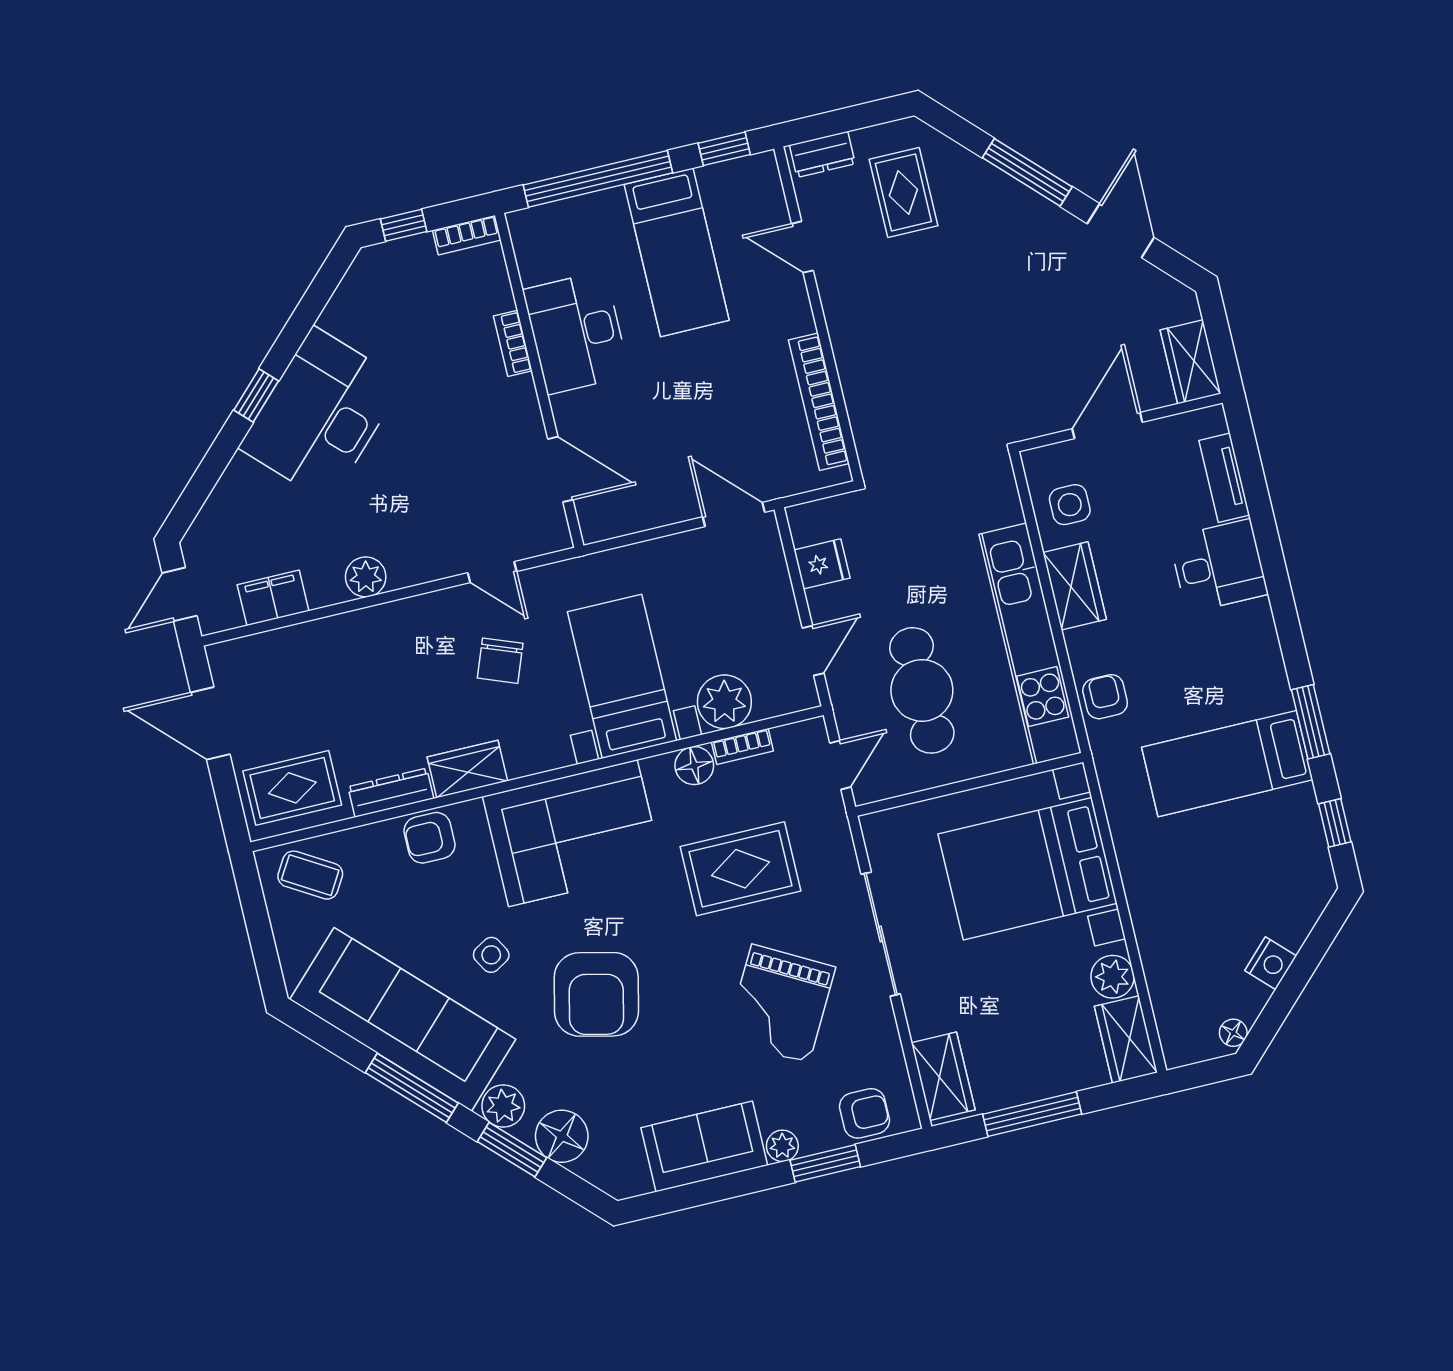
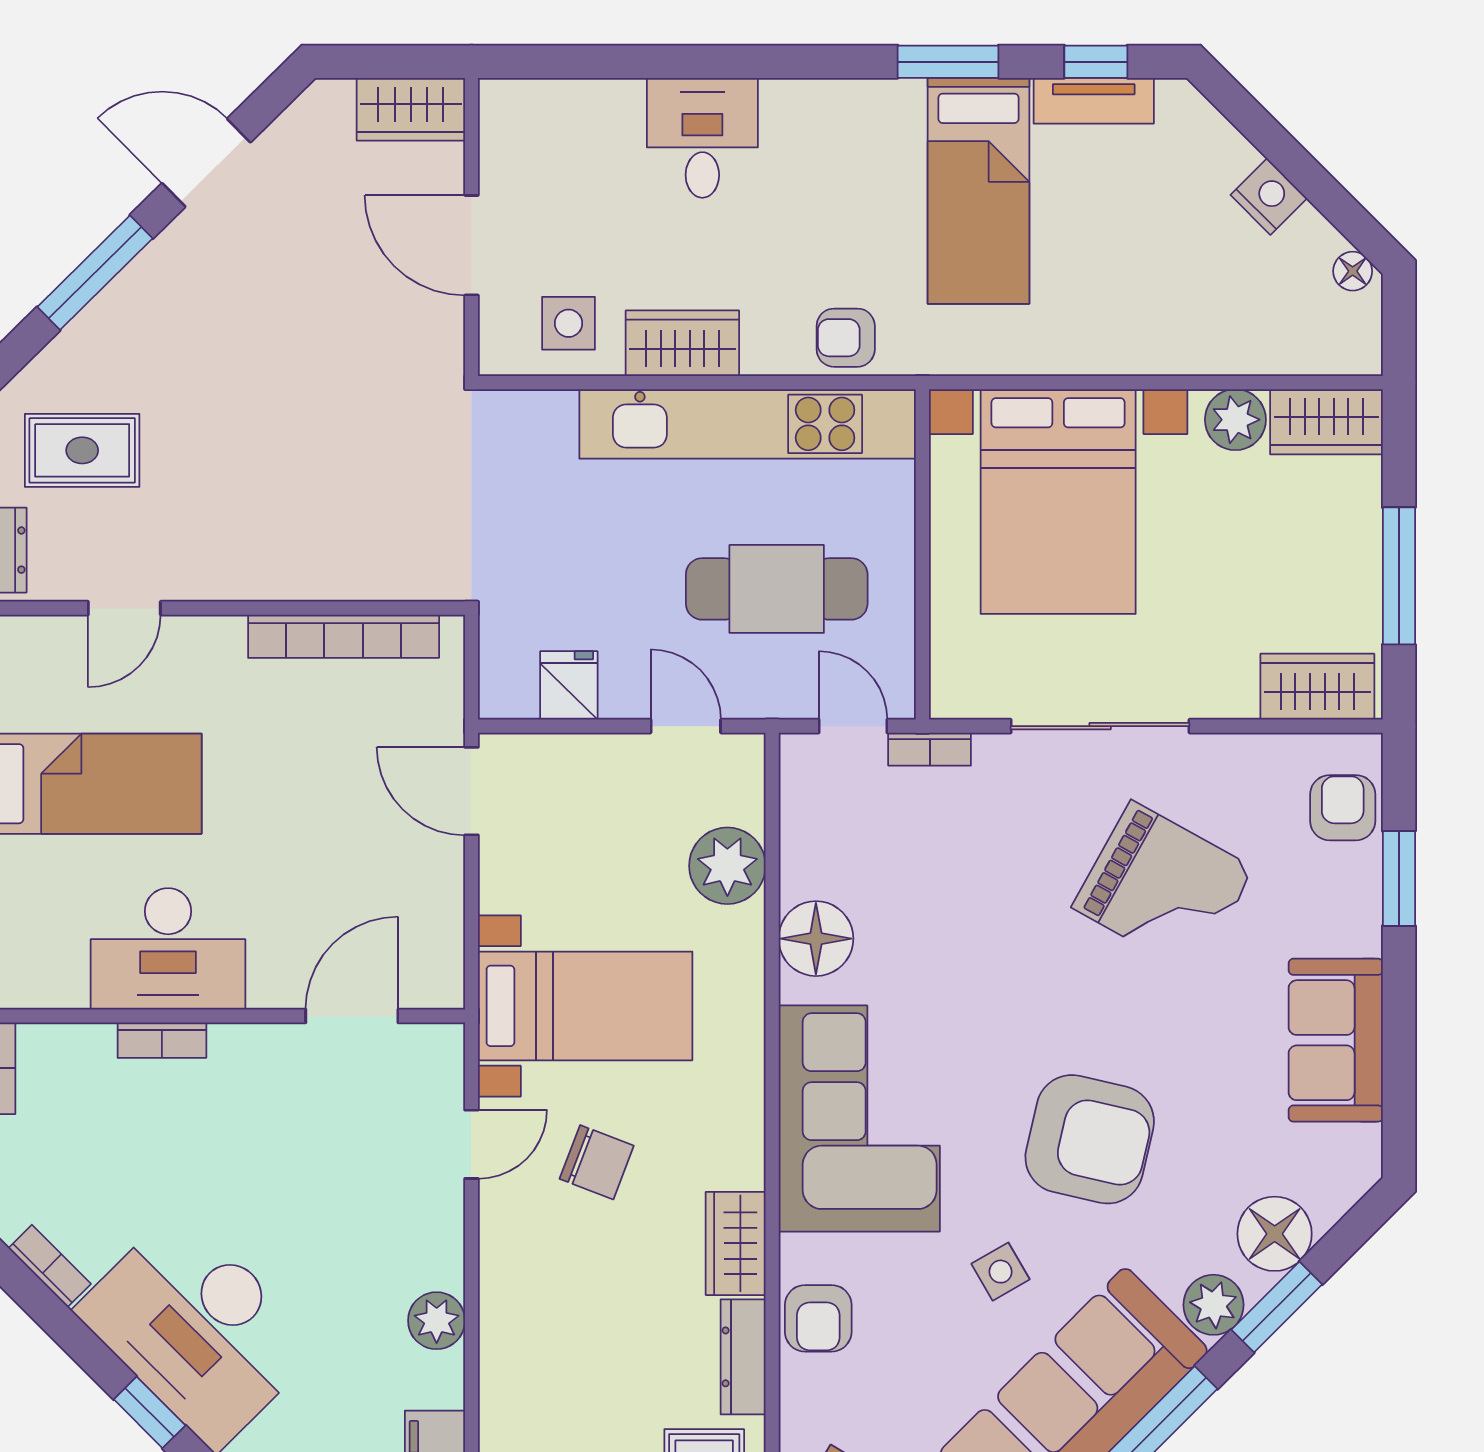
bookcase: (340, 303) -> (50, 1266), added
tv unit: (1224, 478) -> (1094, 101), moved
door: (734, 515) -> (471, 791), hinge flipped
bed with nightstands: (622, 676) -> (585, 1006), moved, turned 180
bookcase: (742, 746) -> (930, 749), moved, turned 90
floor lamp: (694, 766) -> (816, 939), width x1.38, depth x1.38
rug: (741, 869) -> (964, 898), removed
plant: (782, 1146) -> (1360, 932), removed

